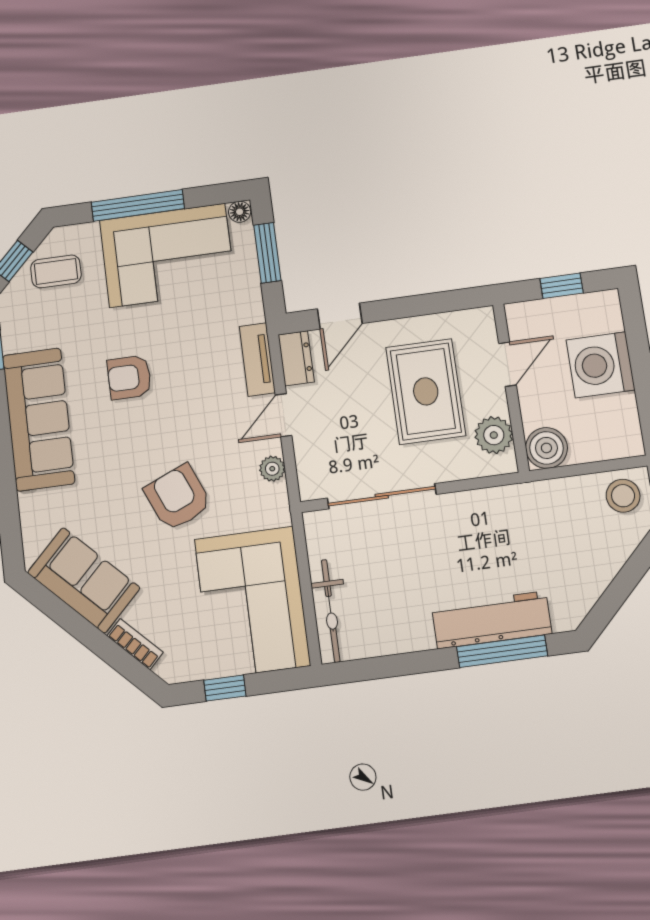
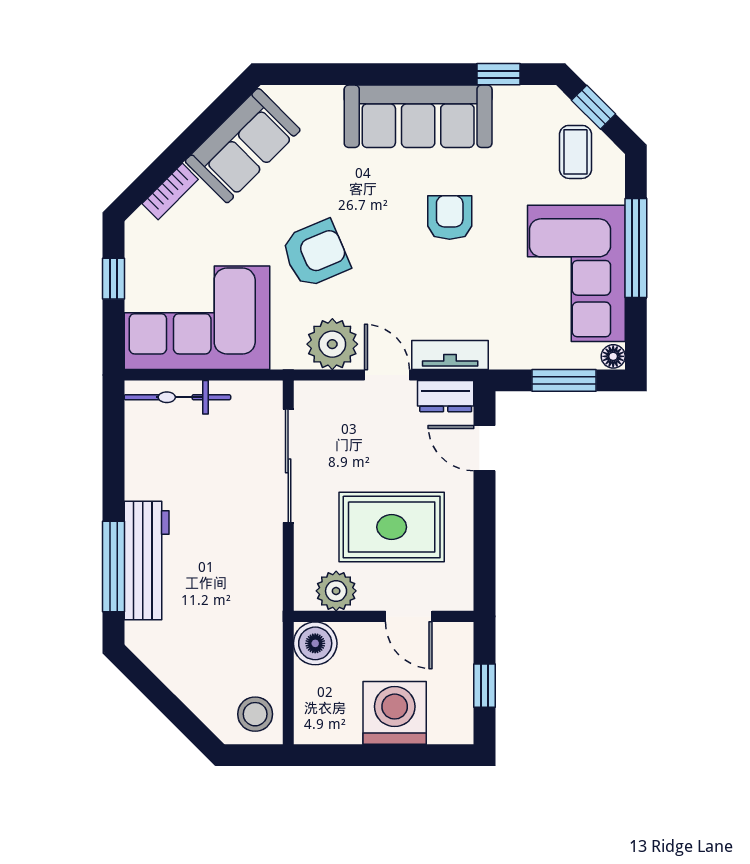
plant: (272, 469) -> (332, 344), width x1.88, depth x1.88

